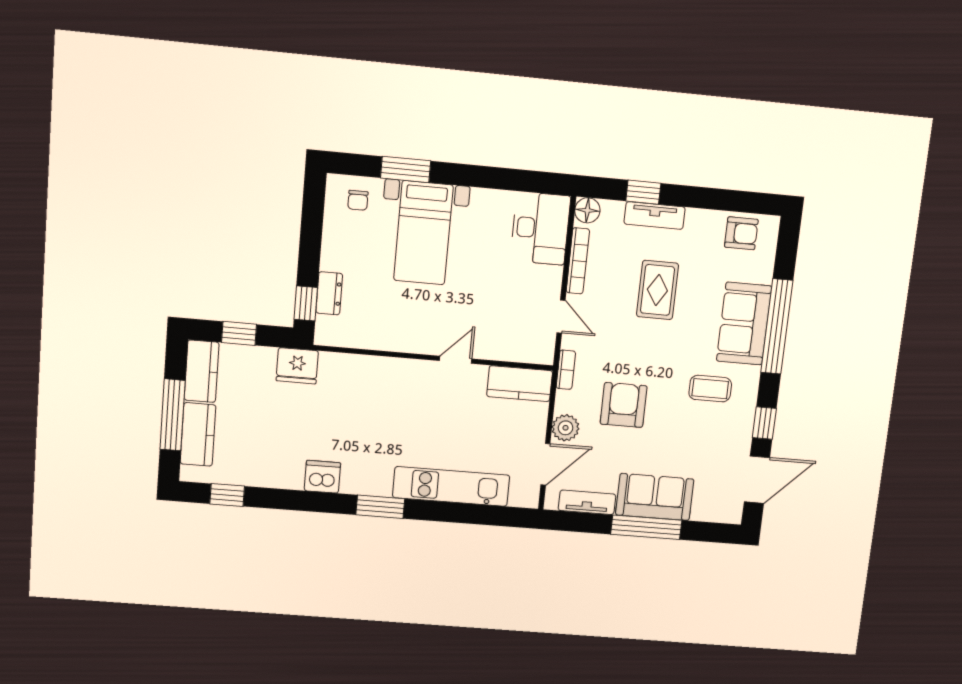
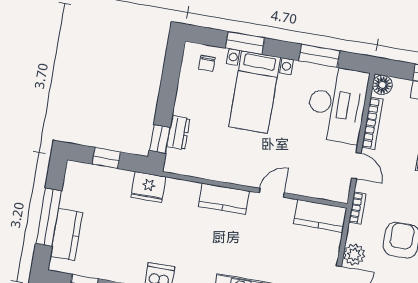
window: (504, 179) -> (319, 56), added
desk: (540, 228) -> (337, 104), width x1.36, depth x1.30
kitchen counter: (202, 371) -> (224, 199), moved, turned 90

